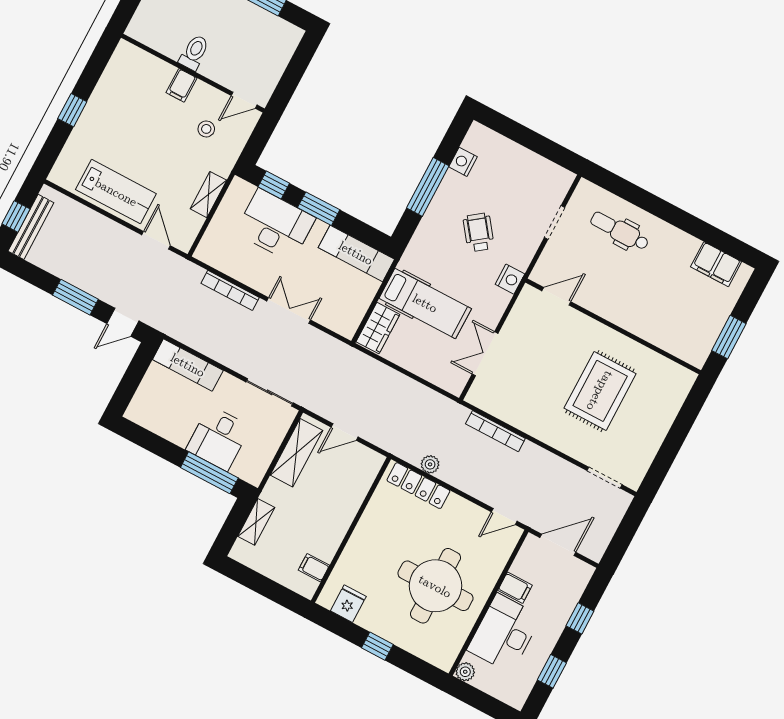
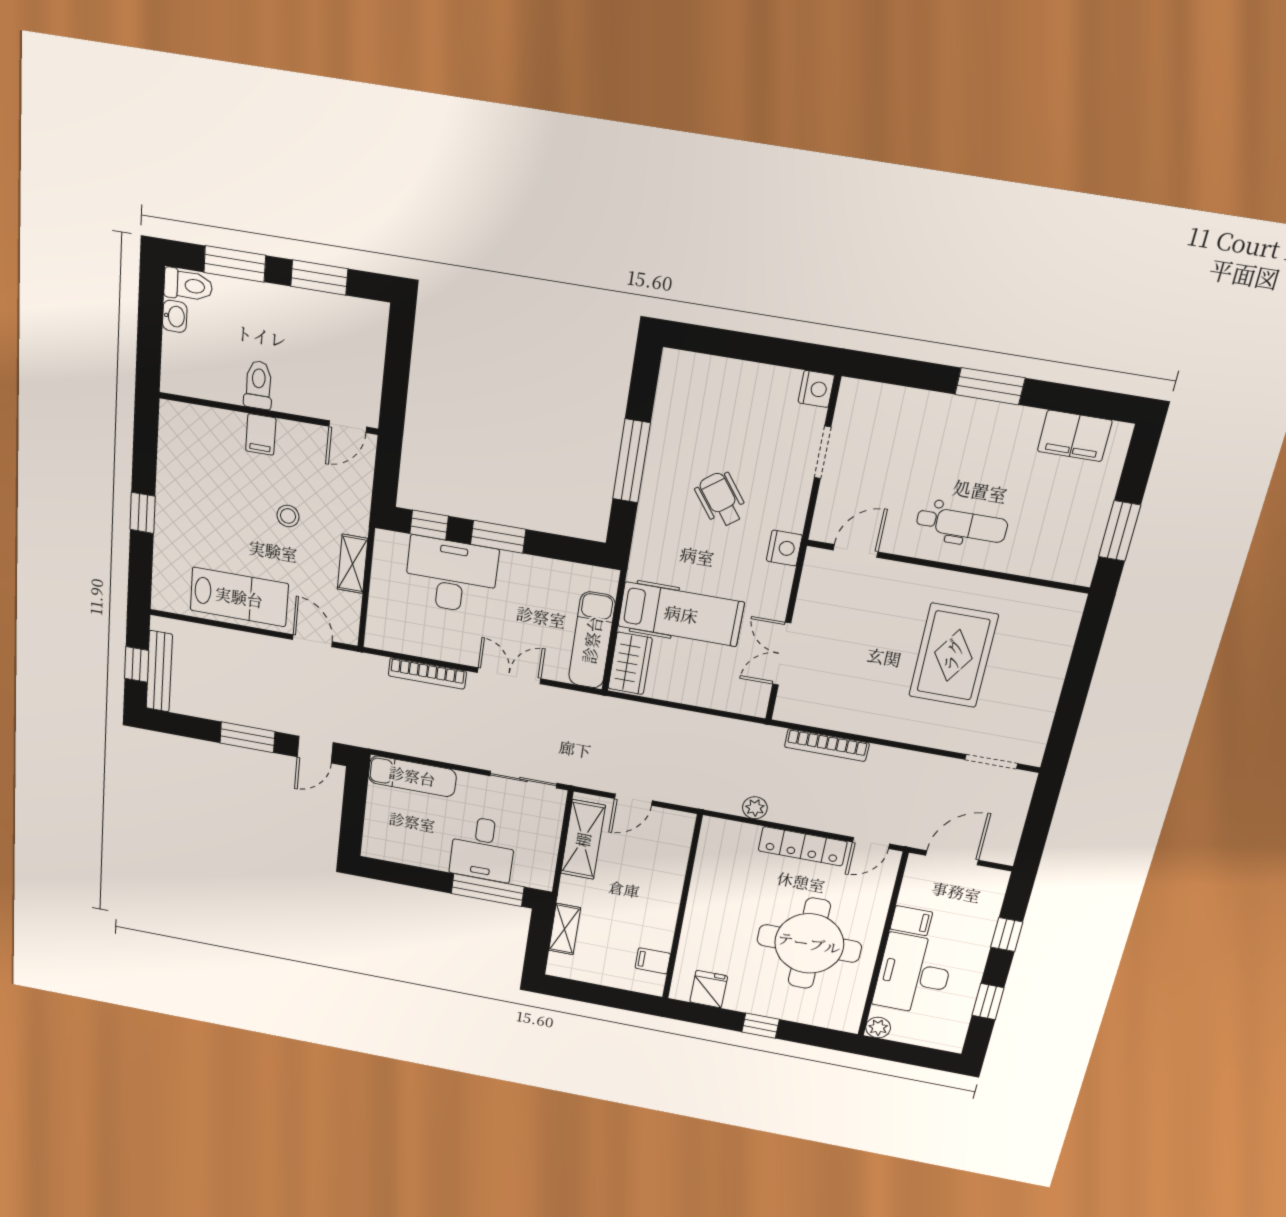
stool: (206, 129) -> (288, 516), moved
nightstand: (463, 162) -> (816, 389), moved, turned 180
window: (672, 214) -> (990, 386), added
dental chair: (620, 231) -> (962, 524), moved, turned 180
exam couch: (356, 253) -> (592, 640), moved, turned 90
locker: (418, 486) -> (803, 846), moved

